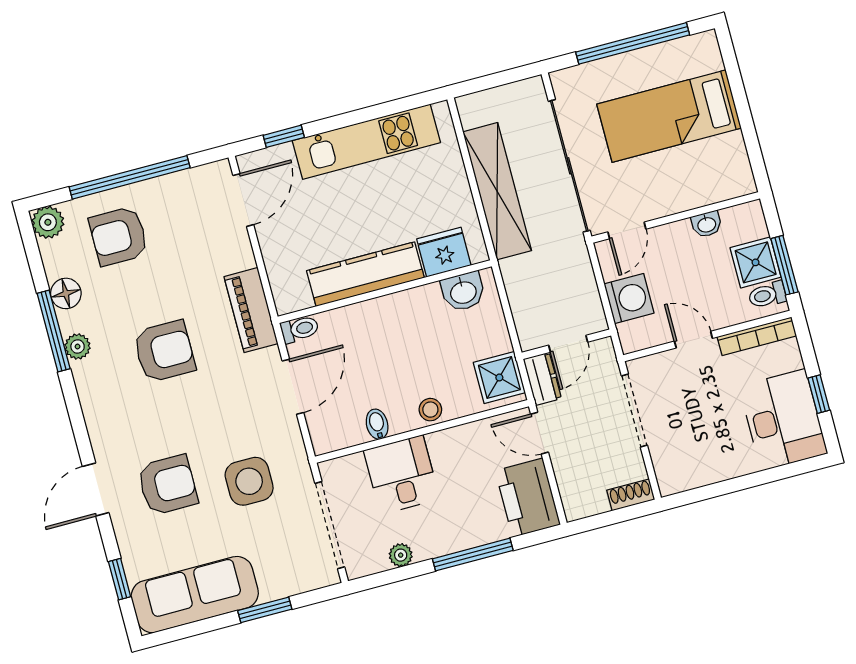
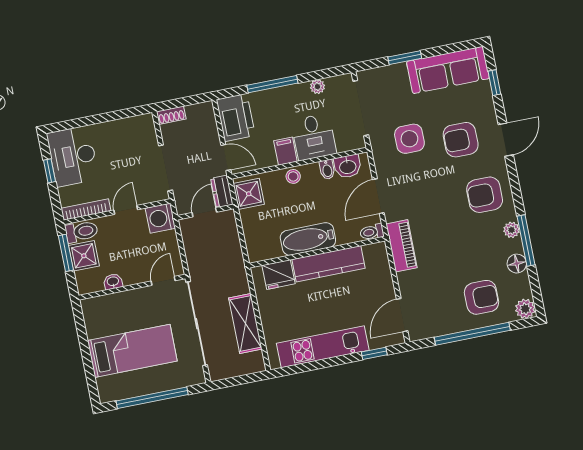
shelving: (497, 191) -> (245, 324), width x0.68
washbasin: (463, 292) -> (348, 166), moved, turned 180
toilet: (767, 295) -> (82, 232), width x1.37, depth x1.39
washing machine: (629, 299) -> (160, 218), moved
bathtub: (401, 312) -> (308, 239), added
door: (693, 340) -> (126, 210), swing flipped
armchair: (164, 351) -> (485, 195), moved
filing cabinet: (445, 449) -> (285, 151), added

